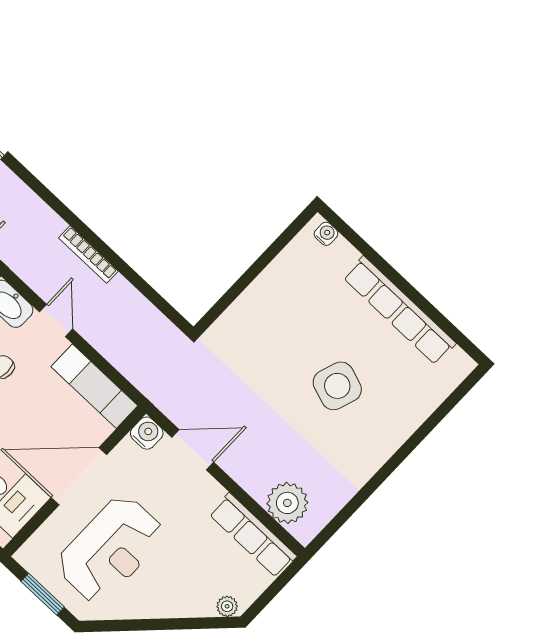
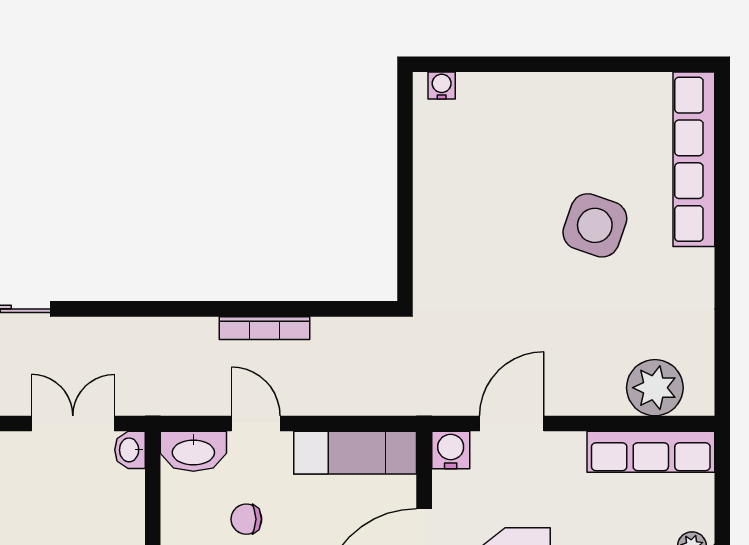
bookcase: (88, 254) -> (264, 328), moved
row of seats: (400, 310) -> (694, 159), moved, turned 90

